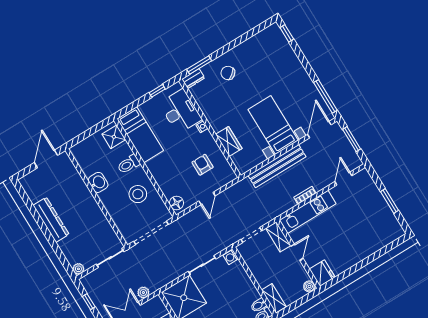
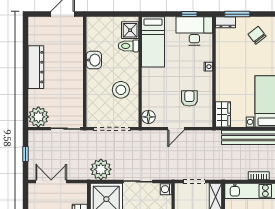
desk: (180, 111) -> (194, 31), moved, turned -90
wardrobe: (229, 141) -> (223, 114), moved
toilet: (129, 164) -> (128, 46), moved
plant: (78, 269) -> (38, 117), width x1.88, depth x1.88
plant: (143, 293) -> (101, 169), moved, width x1.88, depth x1.88

